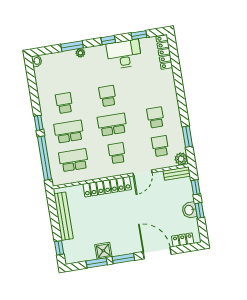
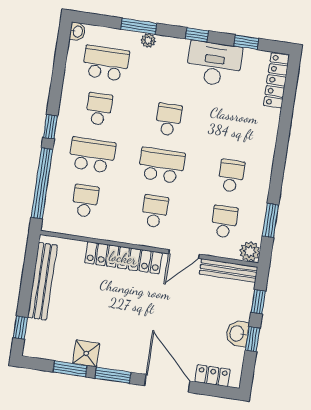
school desk: (60, 74) -> (106, 63), added
school desk: (74, 160) -> (85, 201), width x0.54
bench: (177, 173) -> (229, 271), width x1.36

